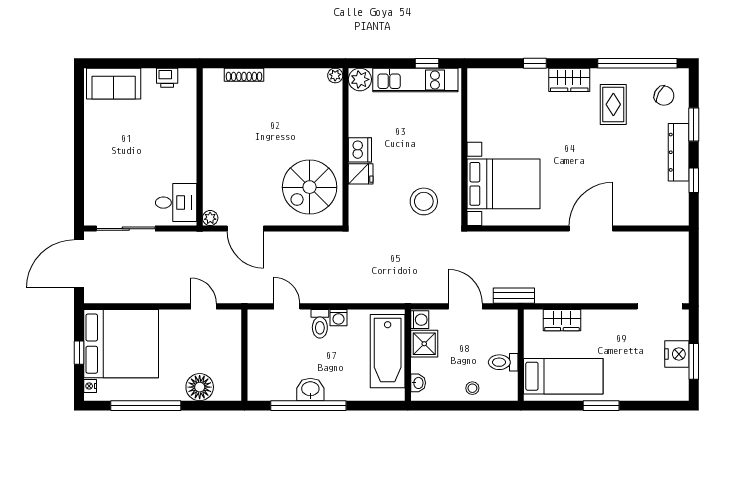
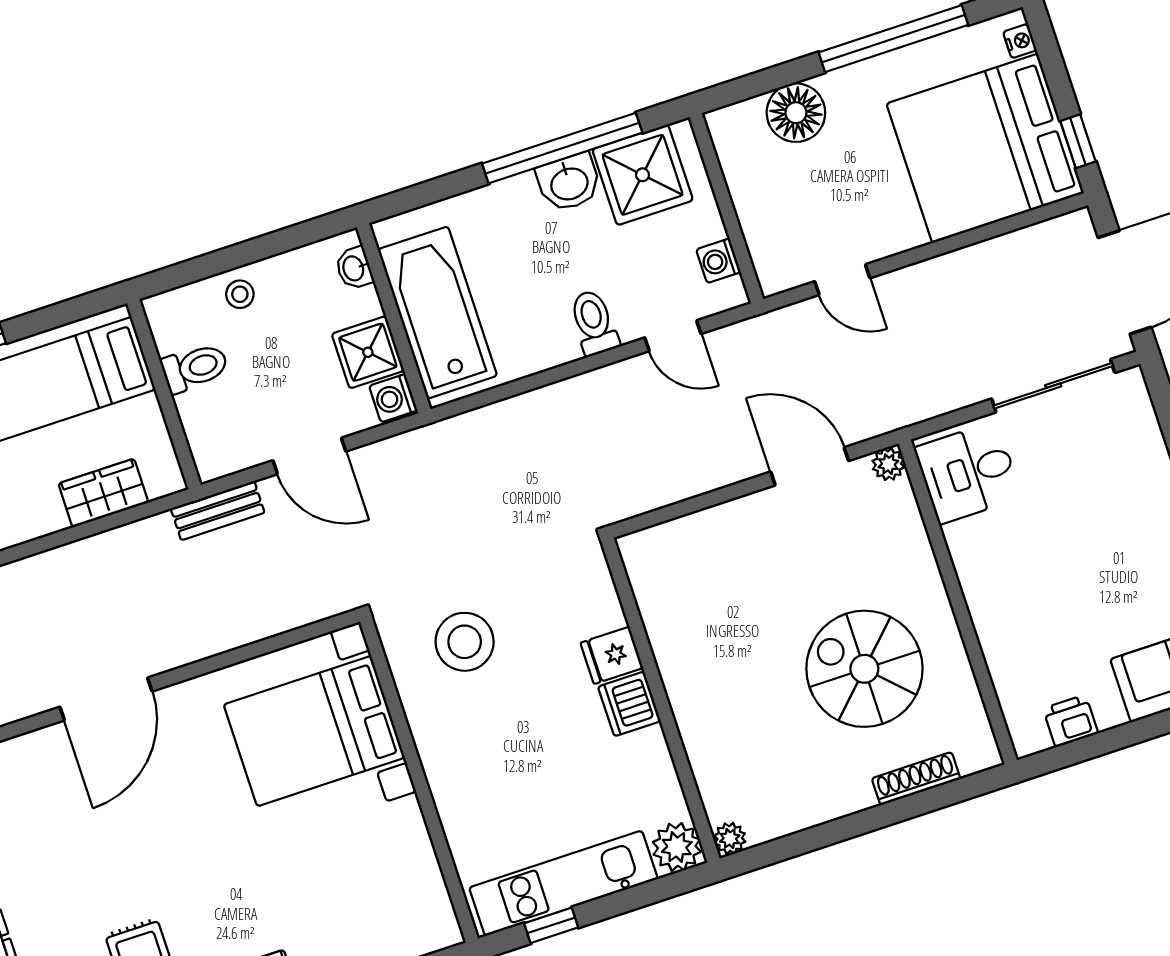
spiral stairs: (310, 187) -> (864, 669), moved, turned -90
washing machine: (338, 318) -> (718, 261), moved, turned -90
window: (79, 353) -> (1078, 141), moved
shower: (277, 382) -> (643, 175), added

